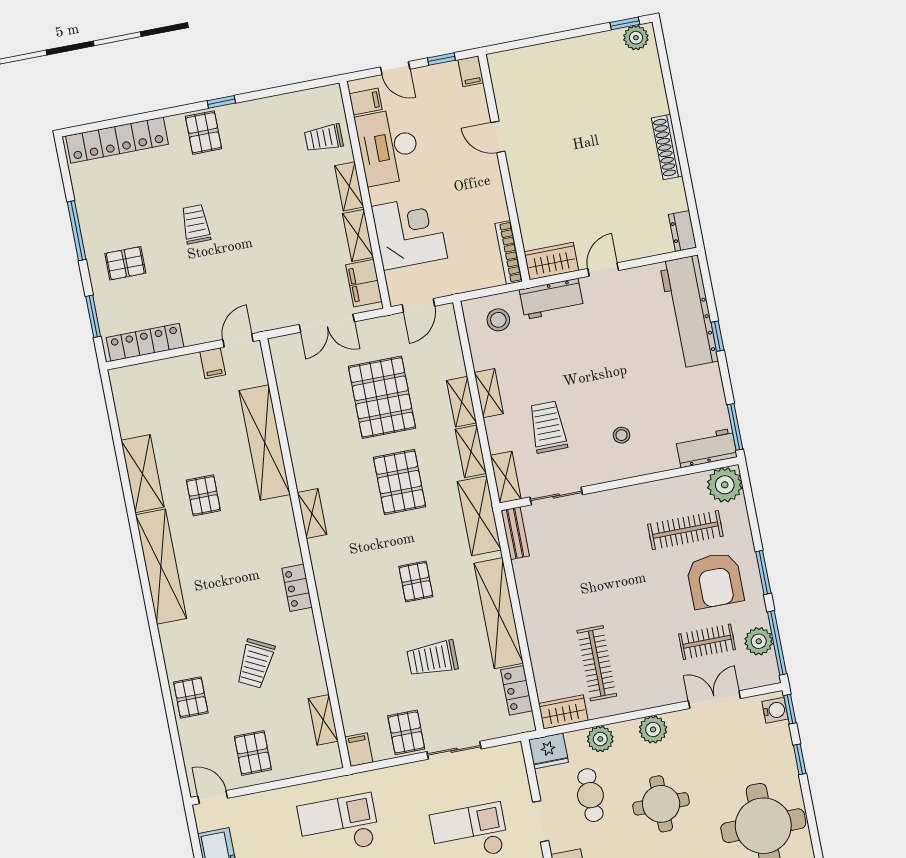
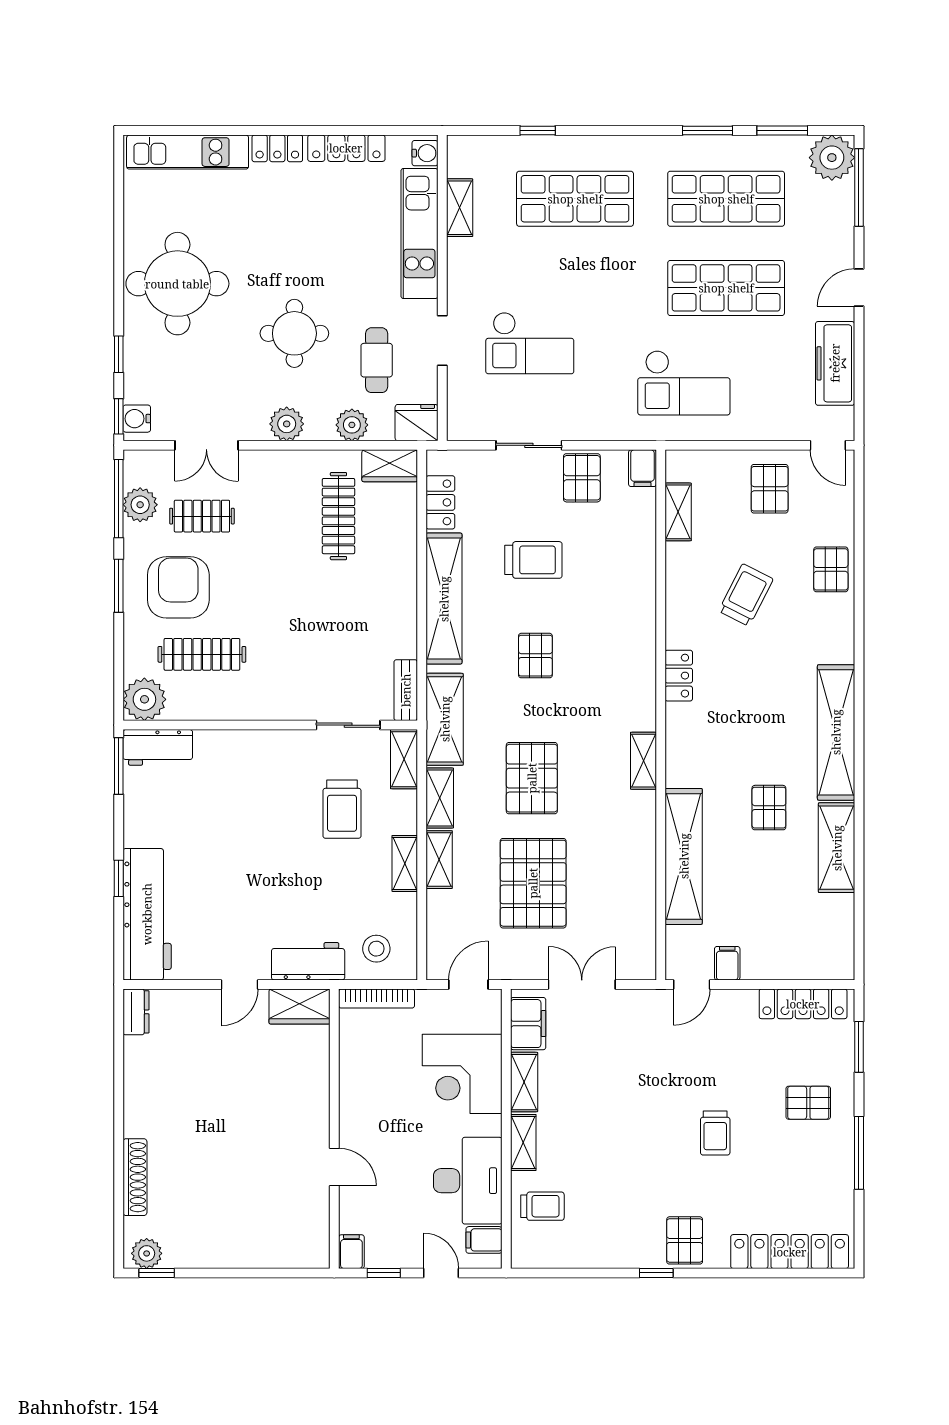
shoe rack: (667, 147) -> (135, 1177), moved
bookcase: (509, 252) -> (377, 999), moved, turned 90
stool: (621, 435) -> (256, 783), removed

